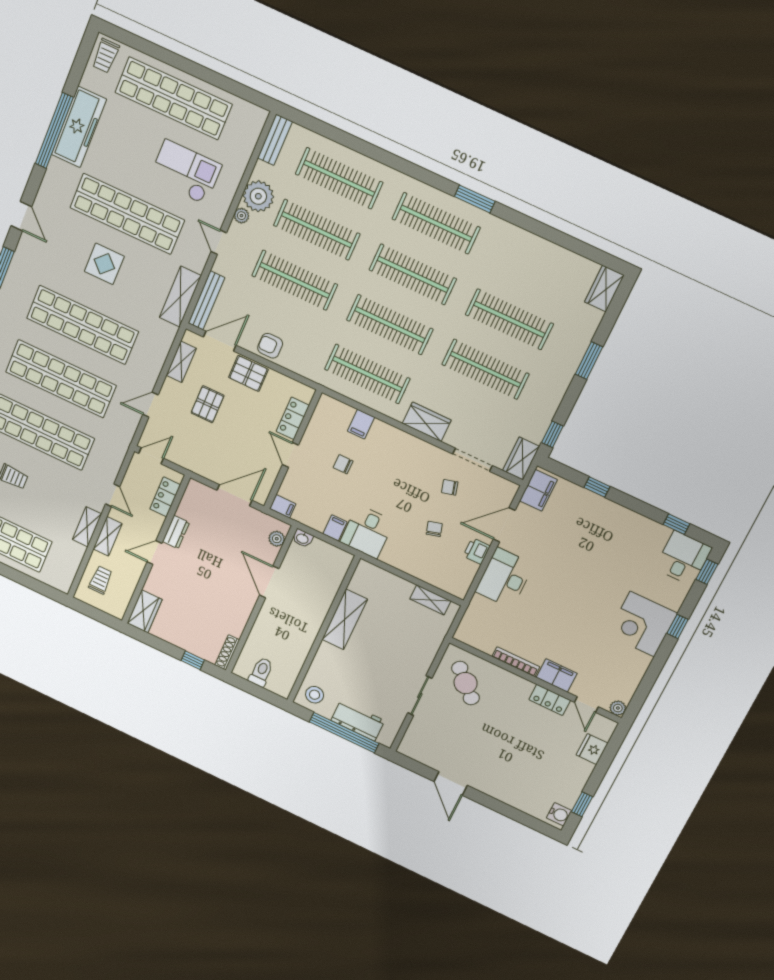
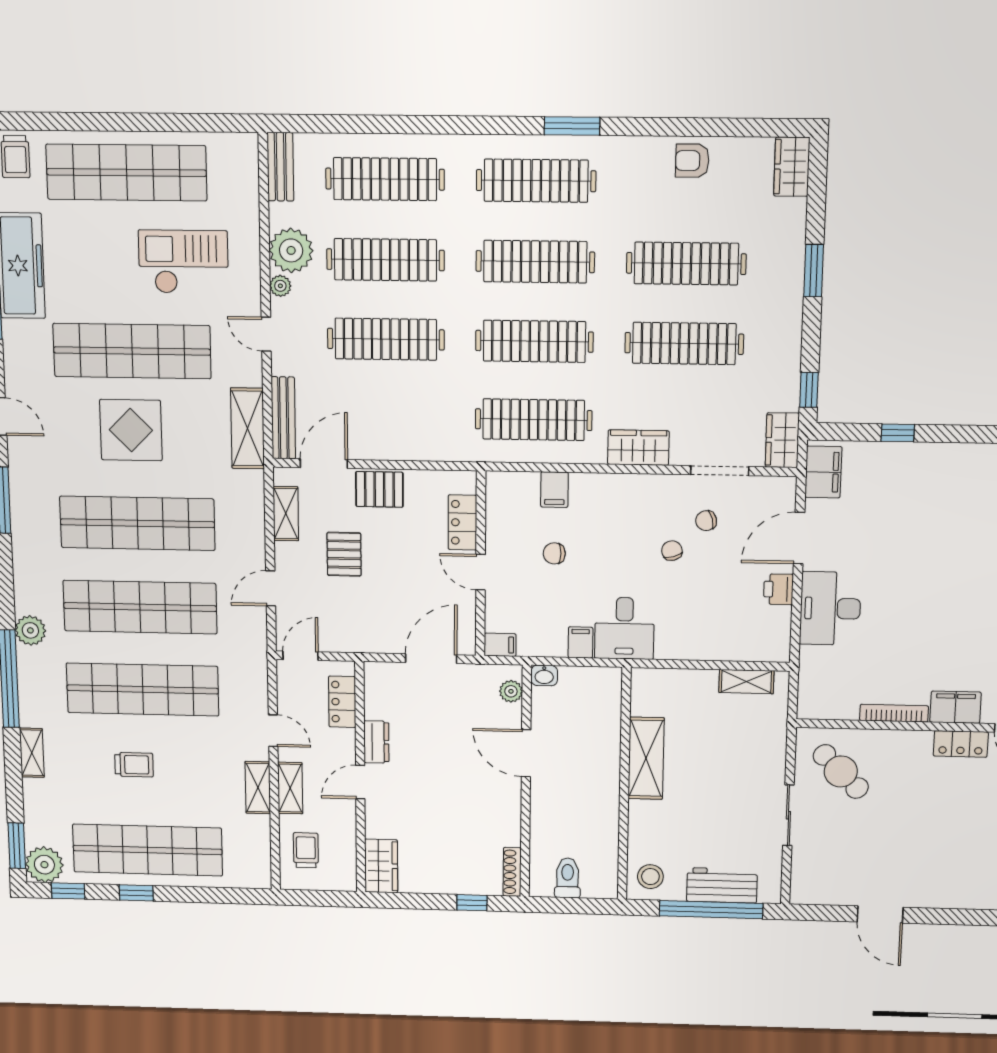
display table: (104, 264) -> (131, 430), width x1.36, depth x1.36
armchair: (270, 346) -> (692, 161), moved
chair: (434, 529) -> (672, 551), moved

